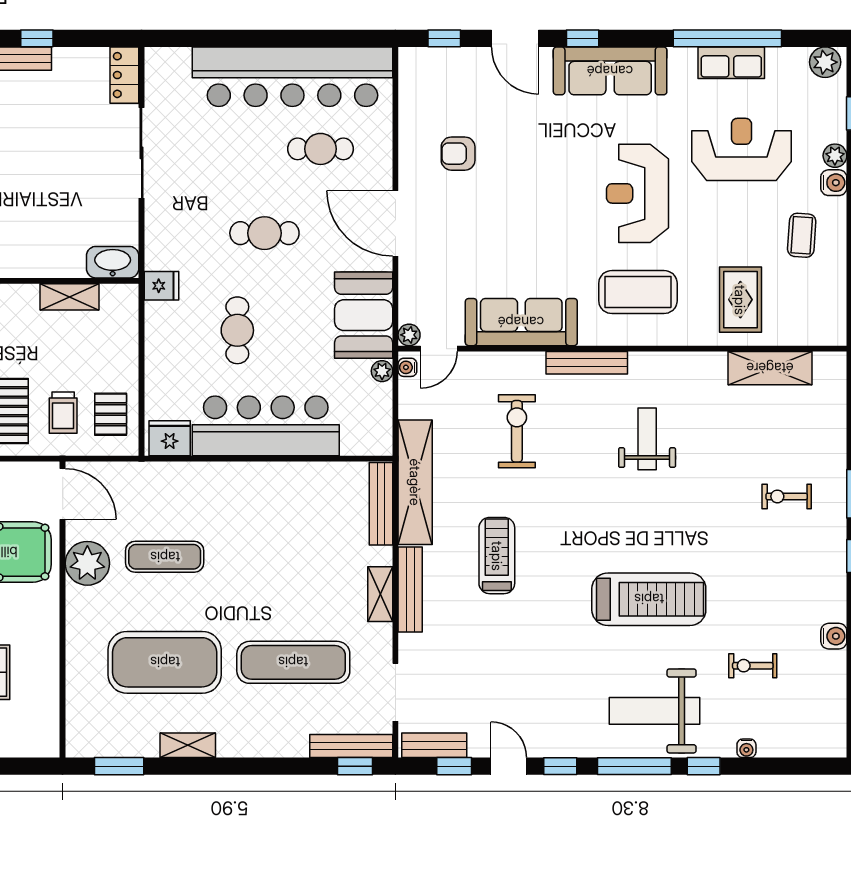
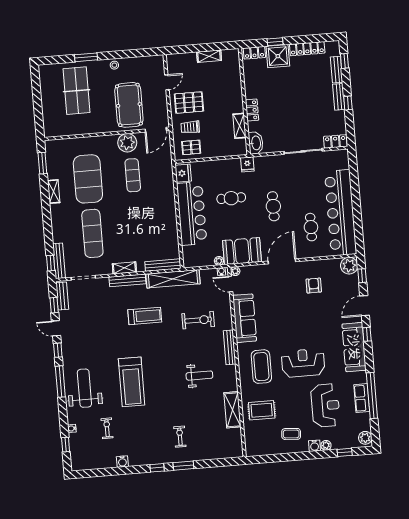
plant: (418, 67) -> (349, 266), added
locker: (35, 265) -> (252, 110), added
shelving: (770, 368) -> (232, 410), moved
door: (509, 766) -> (56, 328), swing flipped
window: (704, 766) -> (66, 445), moved

